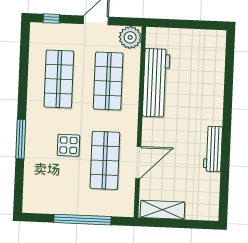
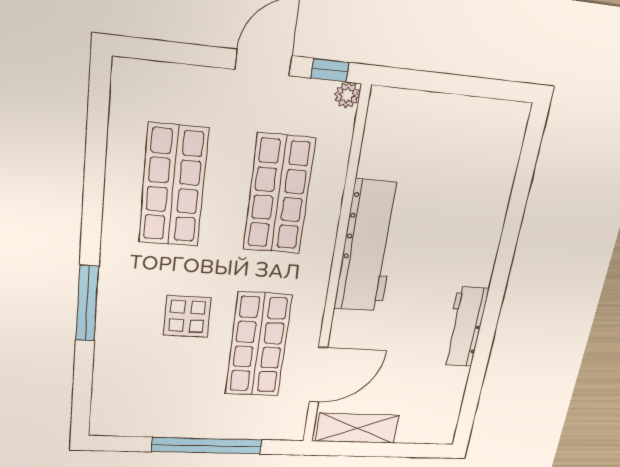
window: (51, 19) -> (330, 70), moved
plant: (130, 37) -> (347, 95), width x0.53, depth x0.53
workbench: (156, 83) -> (368, 247), moved
door: (138, 162) -> (318, 375), moved

